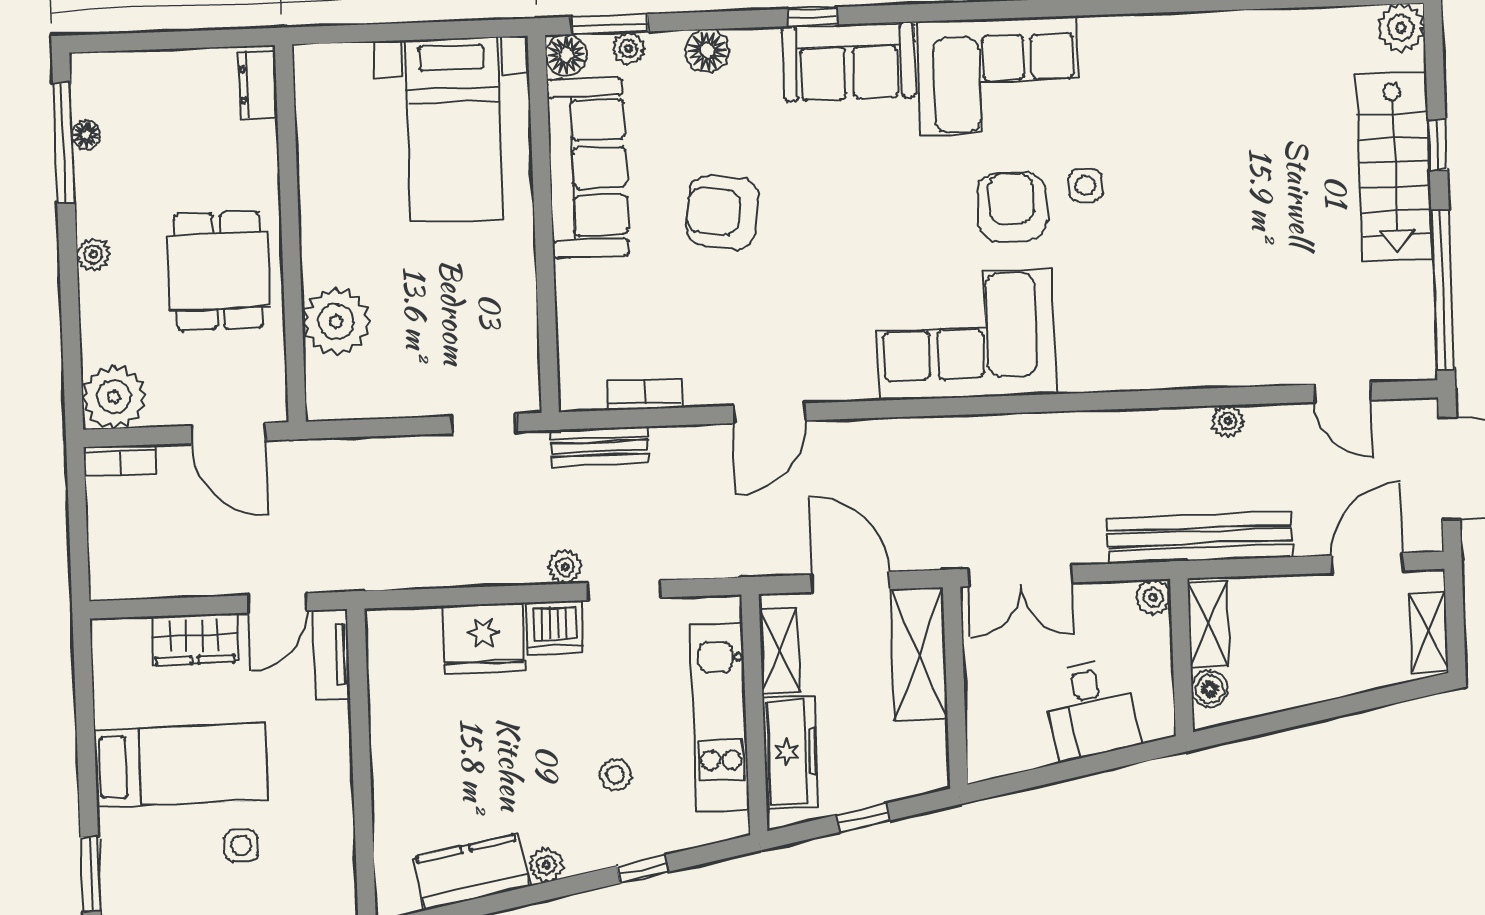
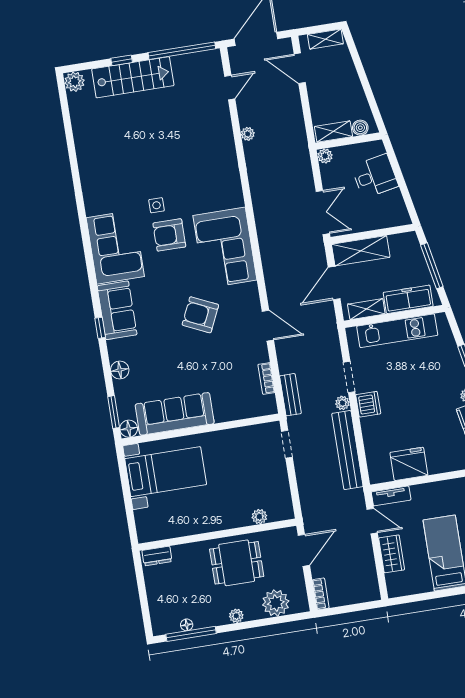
plant: (628, 48) -> (123, 403), removed
armchair: (722, 212) -> (200, 315), moved, turned 108
plant: (336, 322) -> (259, 517), width x0.53, depth x0.53
plant: (114, 397) -> (276, 603), moved
bench: (1200, 538) -> (347, 450), moved
fridge: (483, 638) -> (409, 464), moved, turned -90
stool: (616, 775) -> (427, 371), removed
window: (863, 818) -> (432, 266), width x2.17

